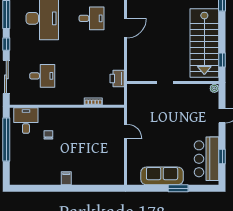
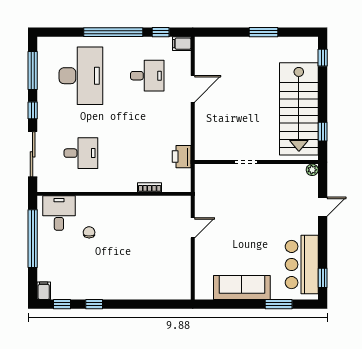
door: (125, 132) -> (193, 228), hinge flipped
window: (222, 156) -> (323, 278), moved
filing cabinet: (66, 178) -> (44, 291), moved
window: (28, 188) -> (62, 304), added
window: (52, 188) -> (94, 304), added
window: (178, 188) -> (279, 304), moved

